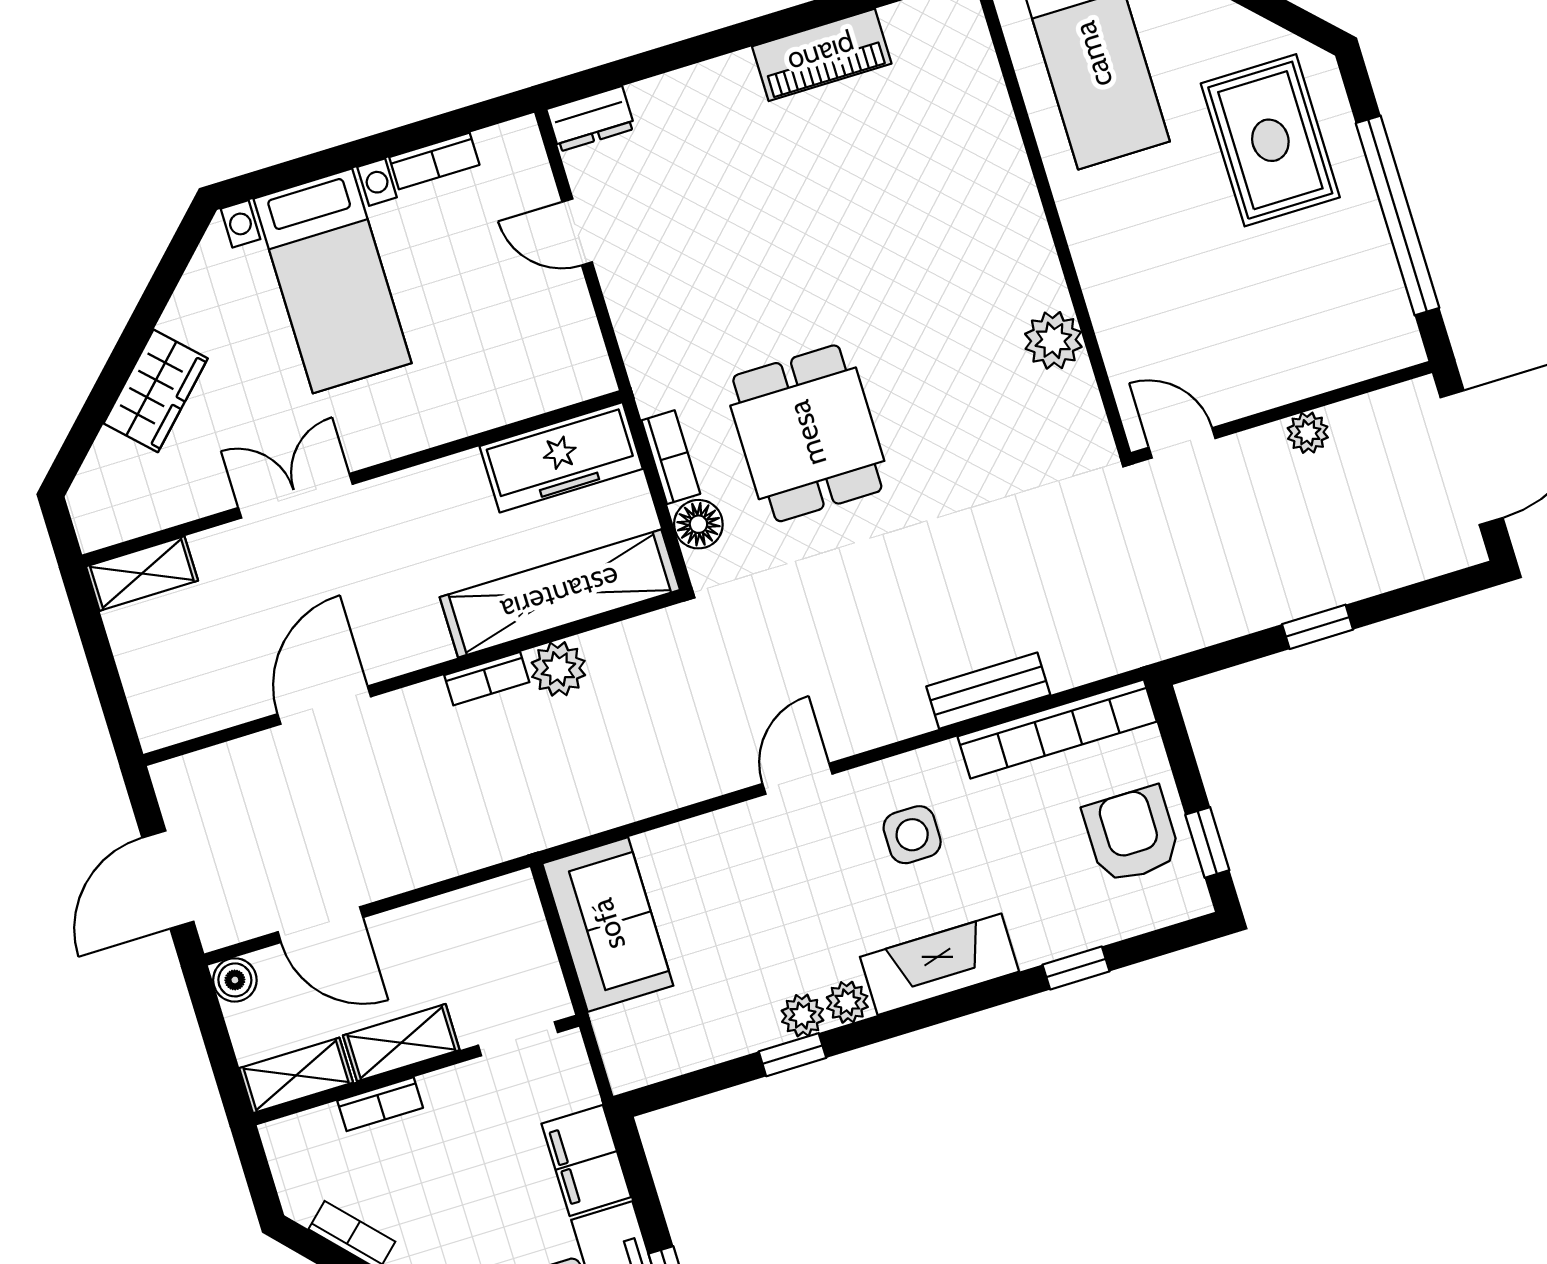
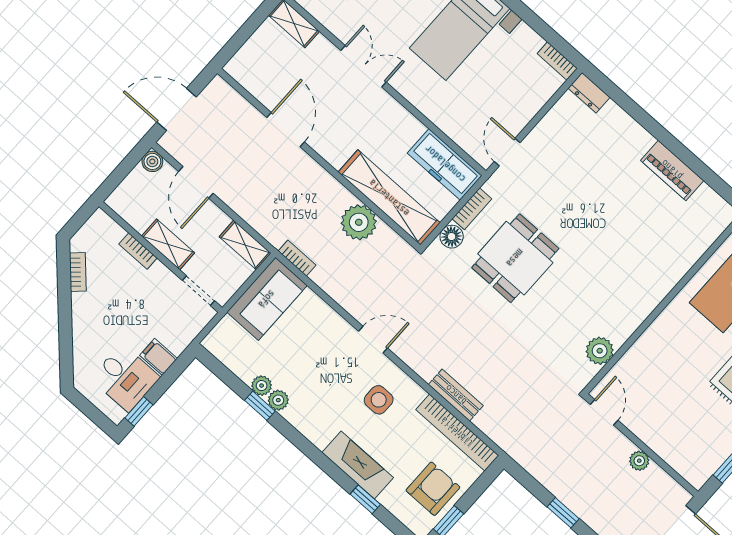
bookcase: (434, 161) -> (557, 61), moved
door: (577, 232) -> (507, 152), moved
plant: (1053, 340) -> (600, 351), moved
plant: (558, 669) -> (359, 222), width x1.36, depth x1.36
bookcase: (487, 679) -> (297, 258), moved, turned 180
door: (324, 705) -> (286, 130), hinge flipped
fireplace: (940, 964) -> (358, 465), moved
plant: (847, 1002) -> (262, 386), moved
shelving: (296, 1075) -> (245, 245), moved
filing cabinet: (586, 1160) -> (158, 357), width x0.50

